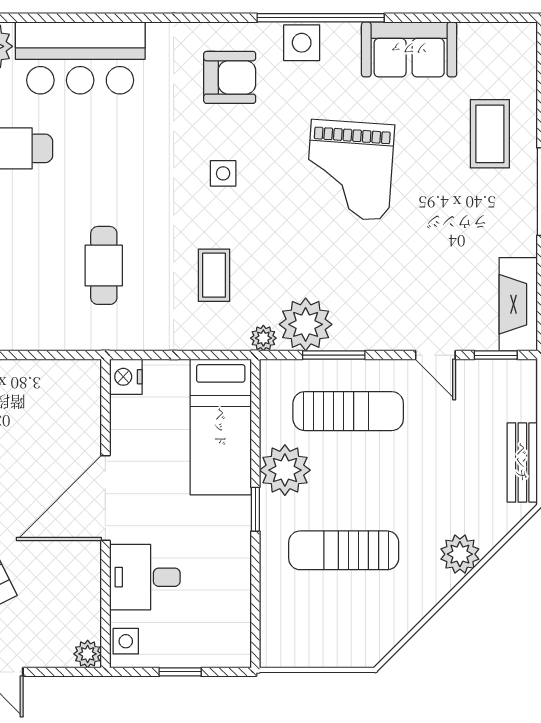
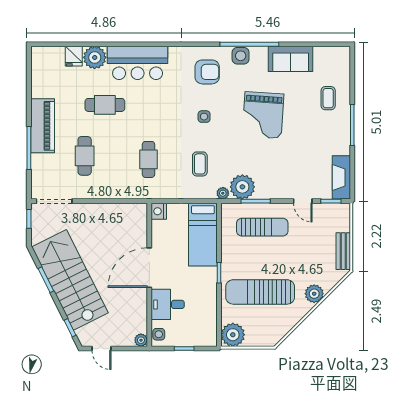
coffee table: (490, 134) -> (328, 98), width x0.73, depth x0.77
plant: (285, 470) -> (233, 335), moved
sun lounger: (344, 550) -> (260, 292), width x1.36, depth x1.34

